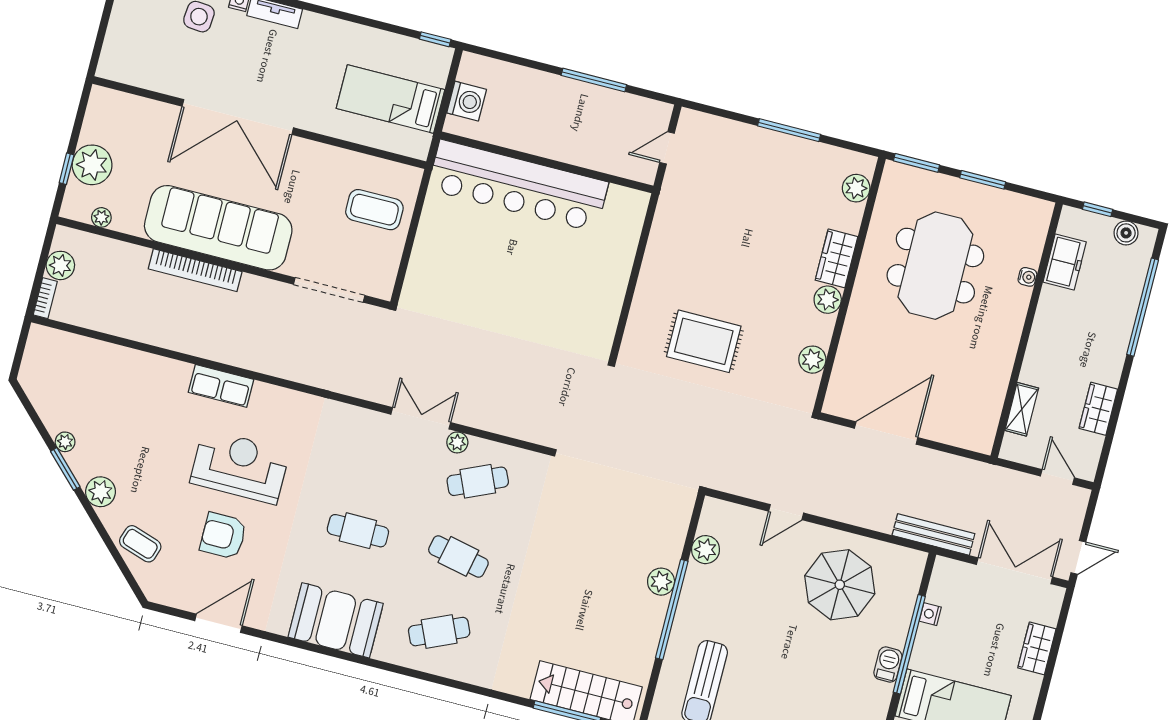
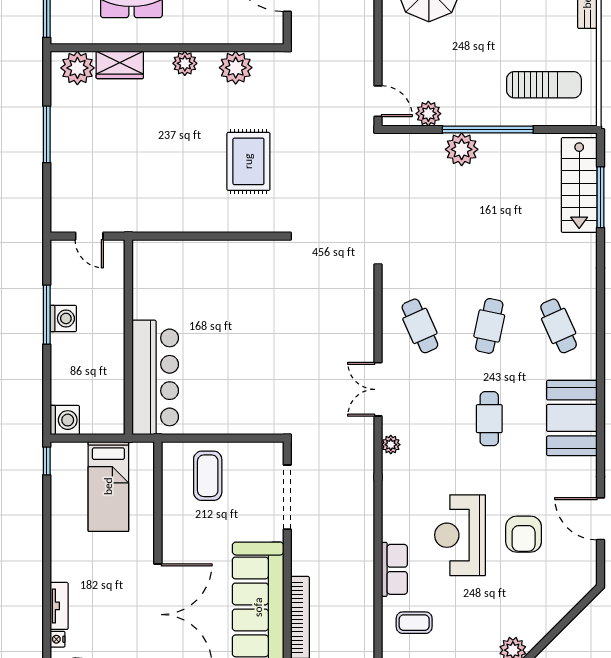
washing machine: (585, 97) -> (63, 318), added
washing machine: (467, 101) -> (65, 420), moved, turned 90
bar counter: (518, 186) -> (155, 377), width x0.73
plant: (856, 188) -> (77, 68), width x1.36, depth x1.36
wardrobe: (836, 258) -> (120, 65), moved
plant: (812, 360) -> (236, 68), width x1.36, depth x1.36
plant: (457, 442) -> (391, 445), moved
door: (786, 512) -> (378, 101), moved
coffee table: (140, 544) -> (414, 623), moved, turned 72
plant: (661, 582) -> (462, 149), width x1.36, depth x1.36

